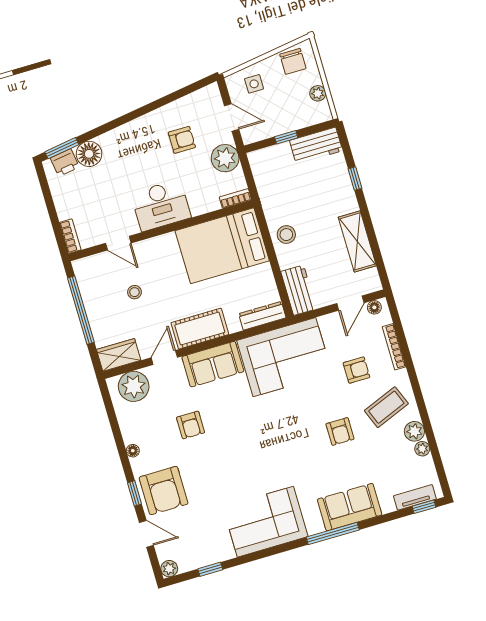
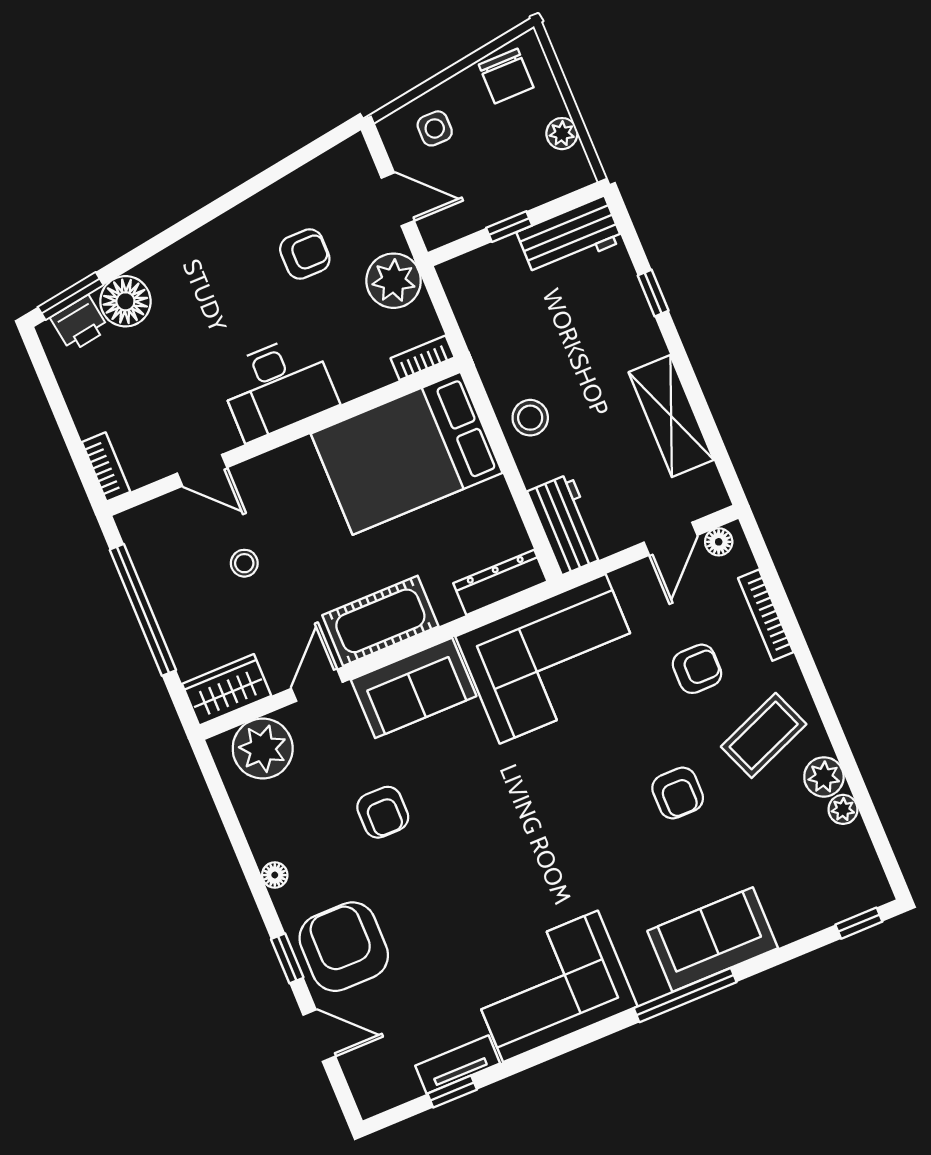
armchair: (164, 490) -> (344, 947), turned 180
tv unit: (415, 497) -> (458, 1065), moved
plant: (169, 569) -> (372, 1099), removed

